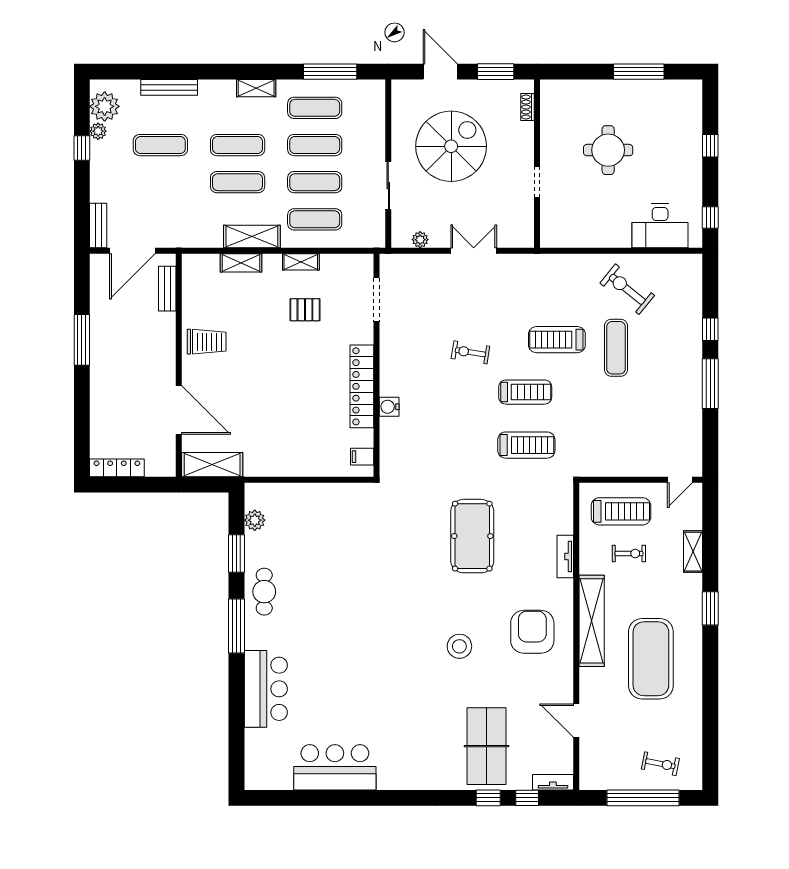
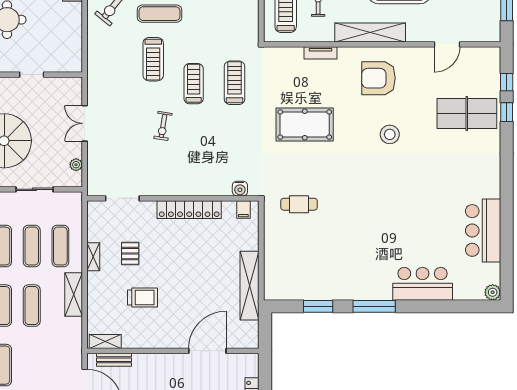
shelving: (241, 263) -> (105, 341), moved, turned 90
trolley: (207, 342) -> (143, 297), moved, turned 90
water cooler: (389, 407) -> (240, 189), moved
shelving: (212, 465) -> (250, 286), moved, width x1.47
plant: (255, 520) -> (493, 292), moved
cafe table: (264, 592) -> (299, 204), moved
tv unit: (553, 782) -> (495, 62), removed

